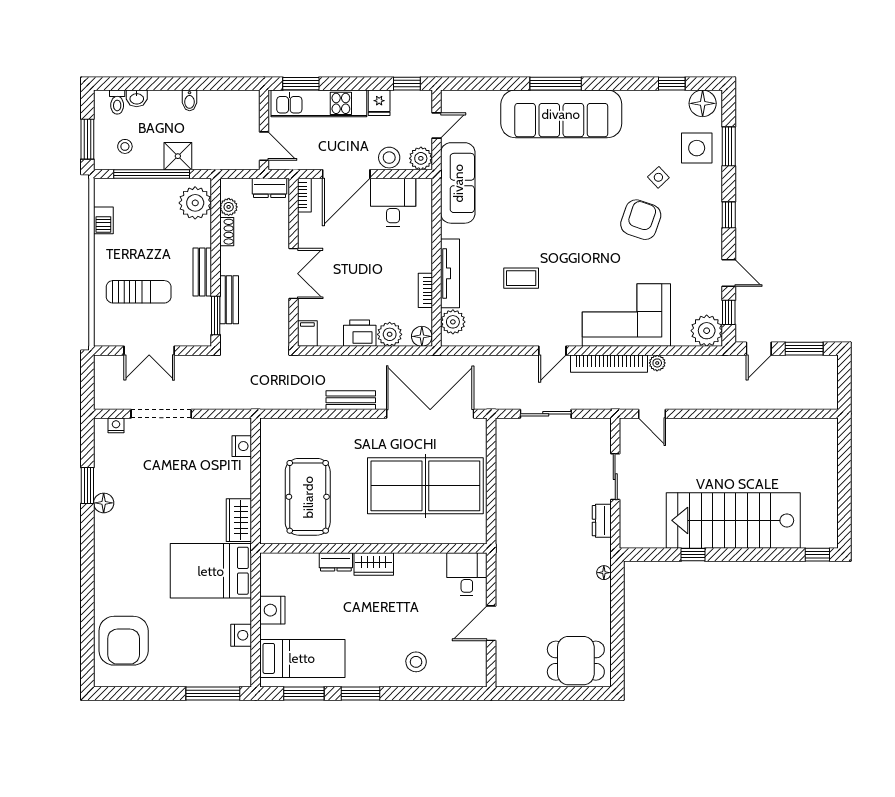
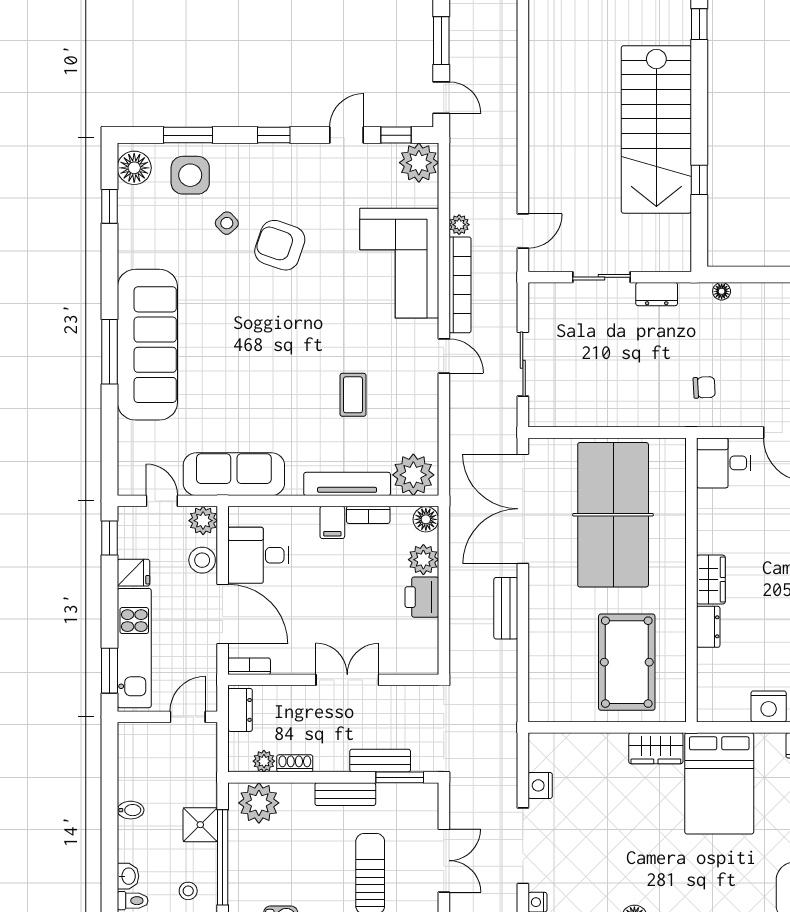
plant: (453, 322) -> (413, 475), width x1.36, depth x1.36
filing cabinet: (307, 334) -> (332, 522), moved, turned -90
nightstand: (242, 446) -> (540, 785), moved, turned -90
pool table: (308, 497) -> (627, 662), turned 90
chair: (527, 559) -> (704, 387), added

